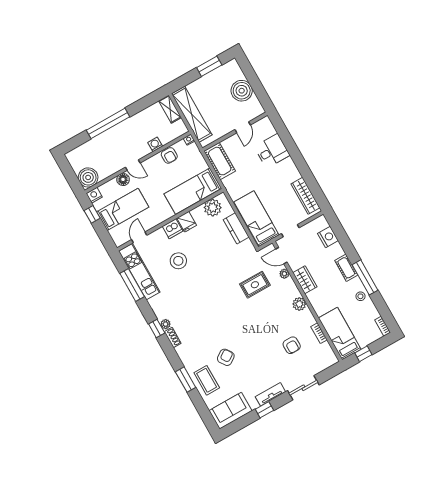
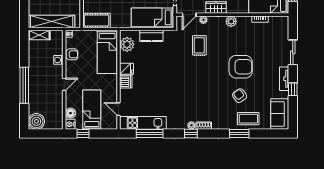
boiler: (88, 177) -> (36, 121), moved
floor lamp: (123, 179) -> (70, 113), moved
stool: (178, 261) -> (151, 91), removed
armchair: (292, 345) -> (241, 67), moved, width x1.88, depth x1.88

